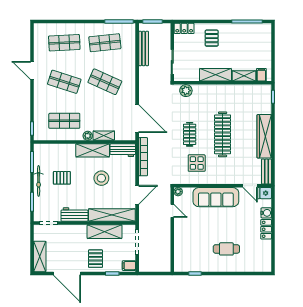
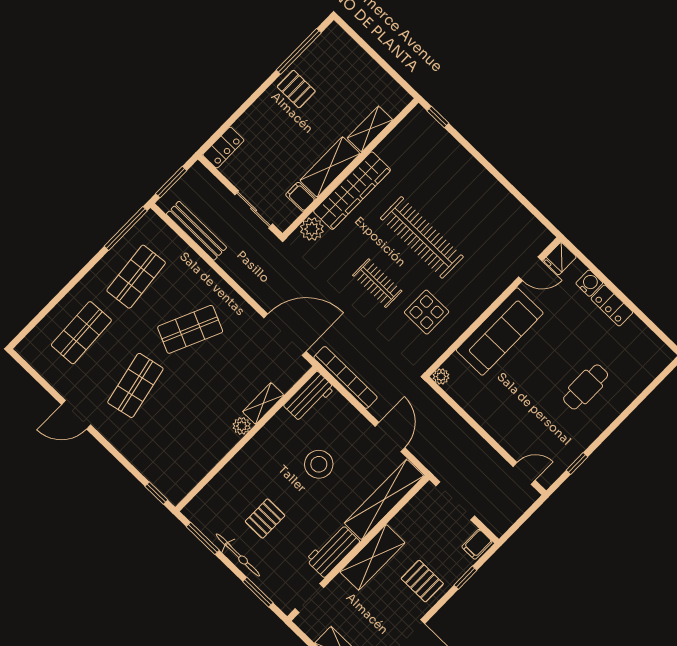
pallet: (212, 38) -> (296, 89), moved
filing cabinet: (261, 75) -> (301, 197), moved
shop shelf: (64, 82) -> (135, 385), turned -30
shop shelf: (64, 121) -> (189, 438), removed
wardrobe: (264, 136) -> (352, 191), moved, turned -90
shelving: (93, 150) -> (268, 439), removed
bench: (266, 172) -> (533, 227), removed
door: (172, 211) -> (524, 473), moved
shelving: (105, 232) -> (372, 557), moved

